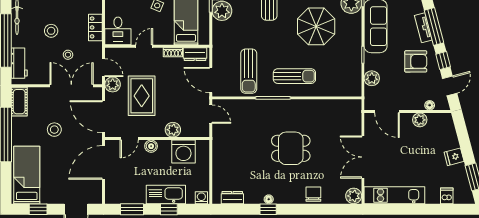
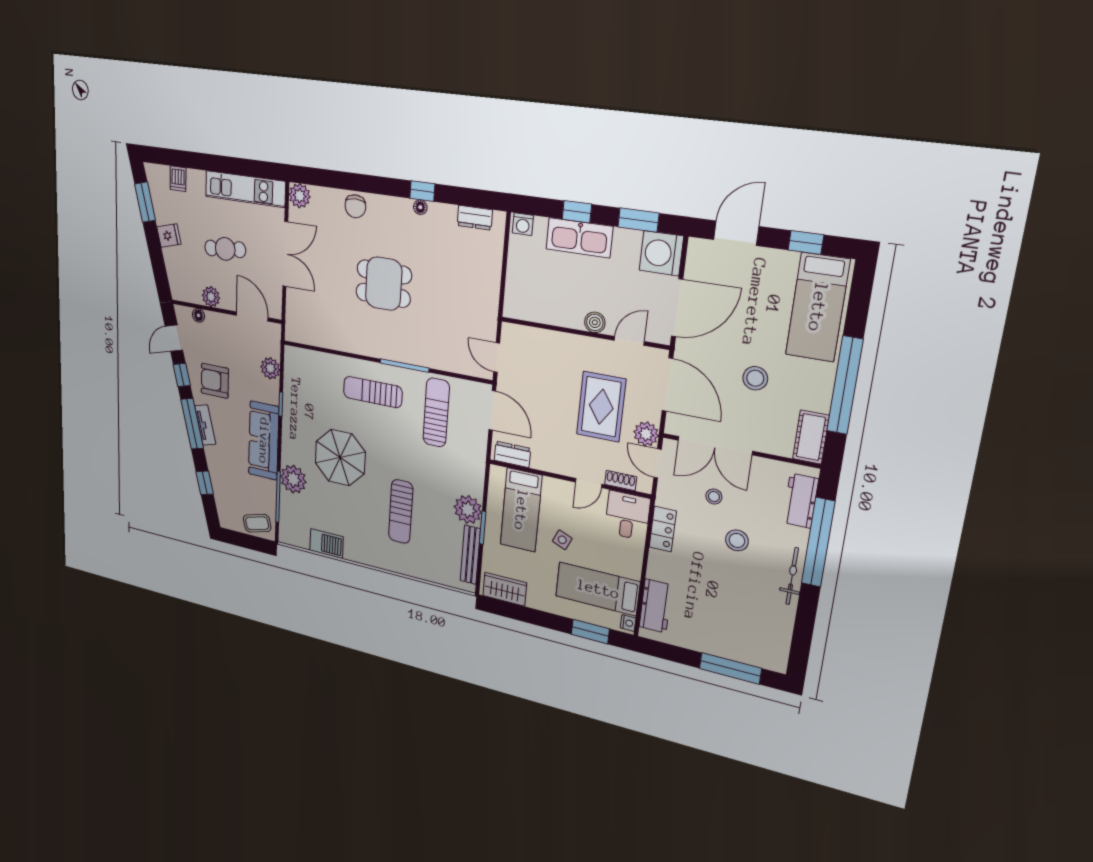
shoe rack: (173, 52) -> (621, 481), moved
plant: (173, 130) -> (557, 343), removed
washing machine: (183, 151) -> (661, 253), moved, turned -90
cafe table: (409, 154) -> (225, 249), added

